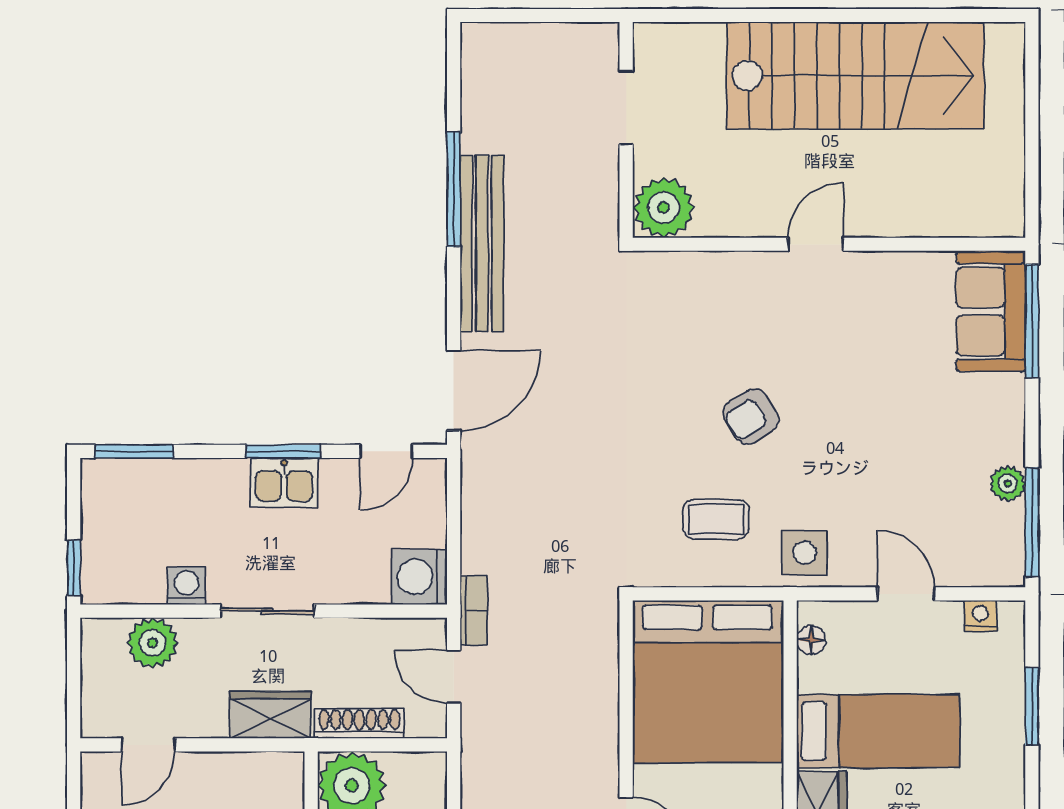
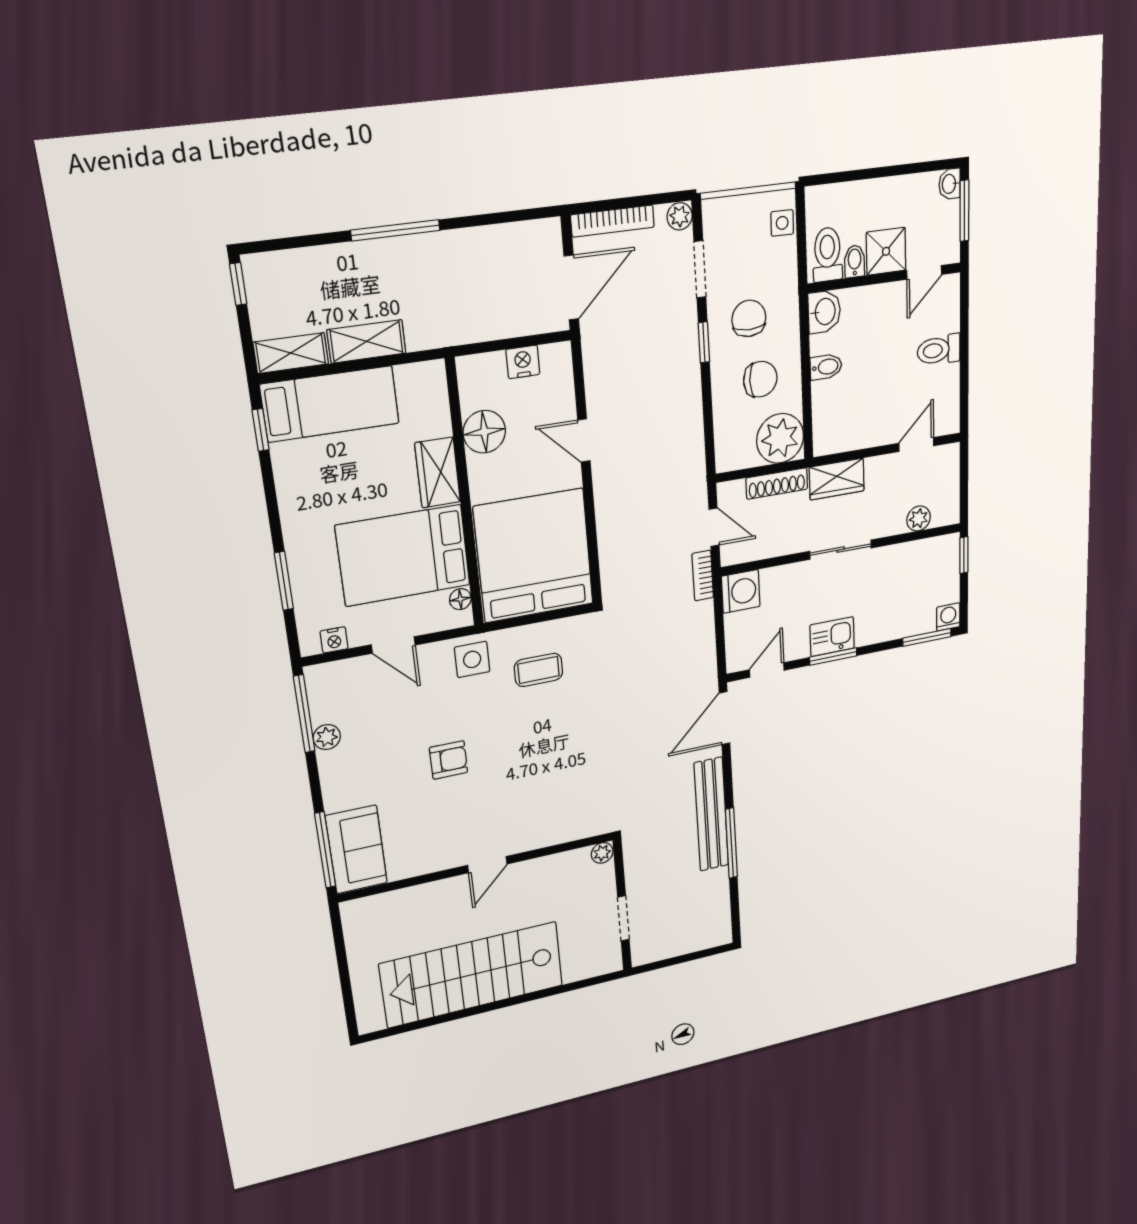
plant: (664, 208) -> (602, 853), width x0.53, depth x0.53
armchair: (751, 416) -> (449, 760), moved, turned 32
washing machine: (186, 586) -> (948, 617), moved, turned 180
plant: (153, 643) -> (919, 519), width x0.73, depth x0.73
bed: (878, 731) -> (403, 555), width x1.50

